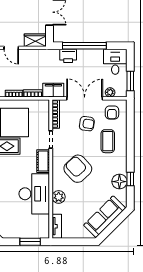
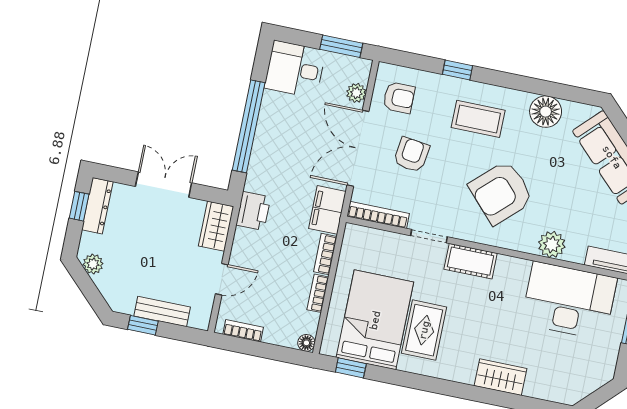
printer: (68, 56) -> (253, 211), moved
coffee table: (108, 141) -> (478, 119), moved
window: (130, 179) -> (457, 70), moved
desk: (34, 194) -> (569, 301), moved

